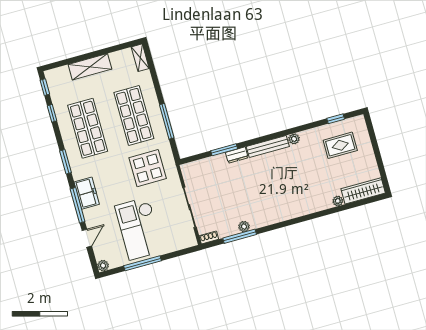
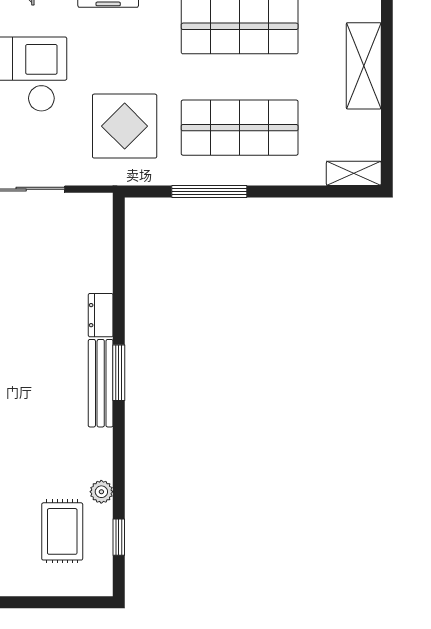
plant: (294, 139) -> (101, 492), moved
window: (224, 150) -> (119, 373), moved

